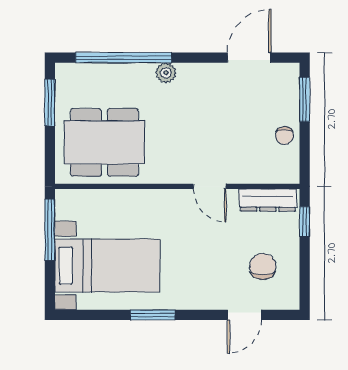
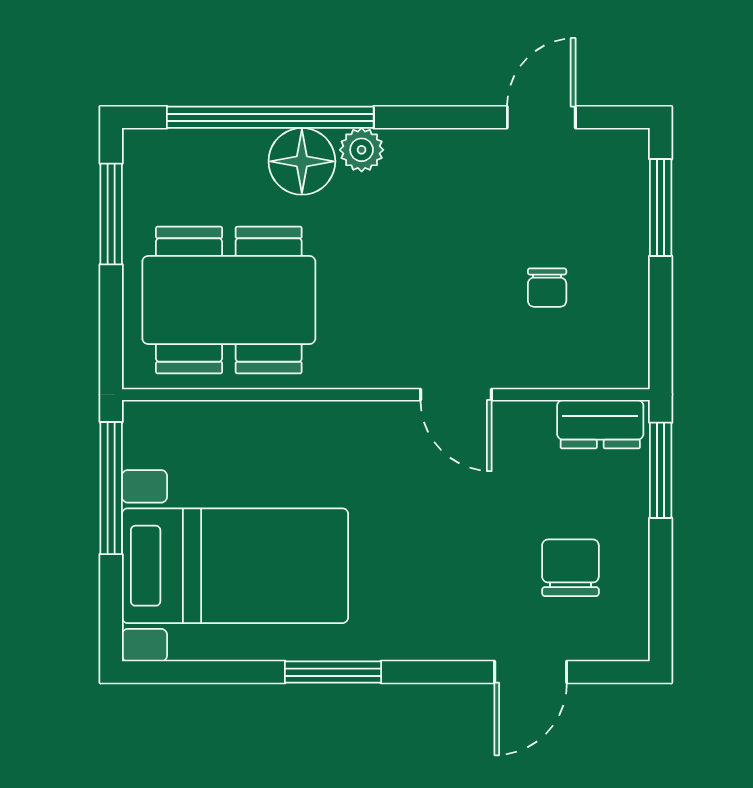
door: (249, 58) -> (541, 117), width x0.73
floor lamp: (138, 78) -> (302, 161), added
chair: (285, 136) -> (547, 288), moved
dresser: (268, 200) -> (600, 424), width x0.70
window: (305, 221) -> (661, 470), width x1.50

